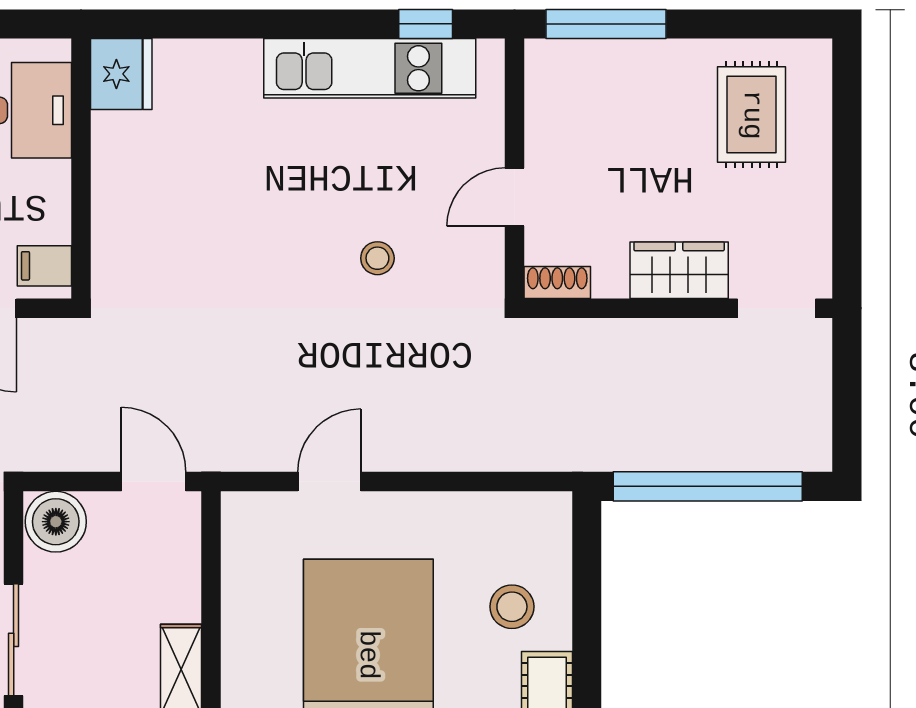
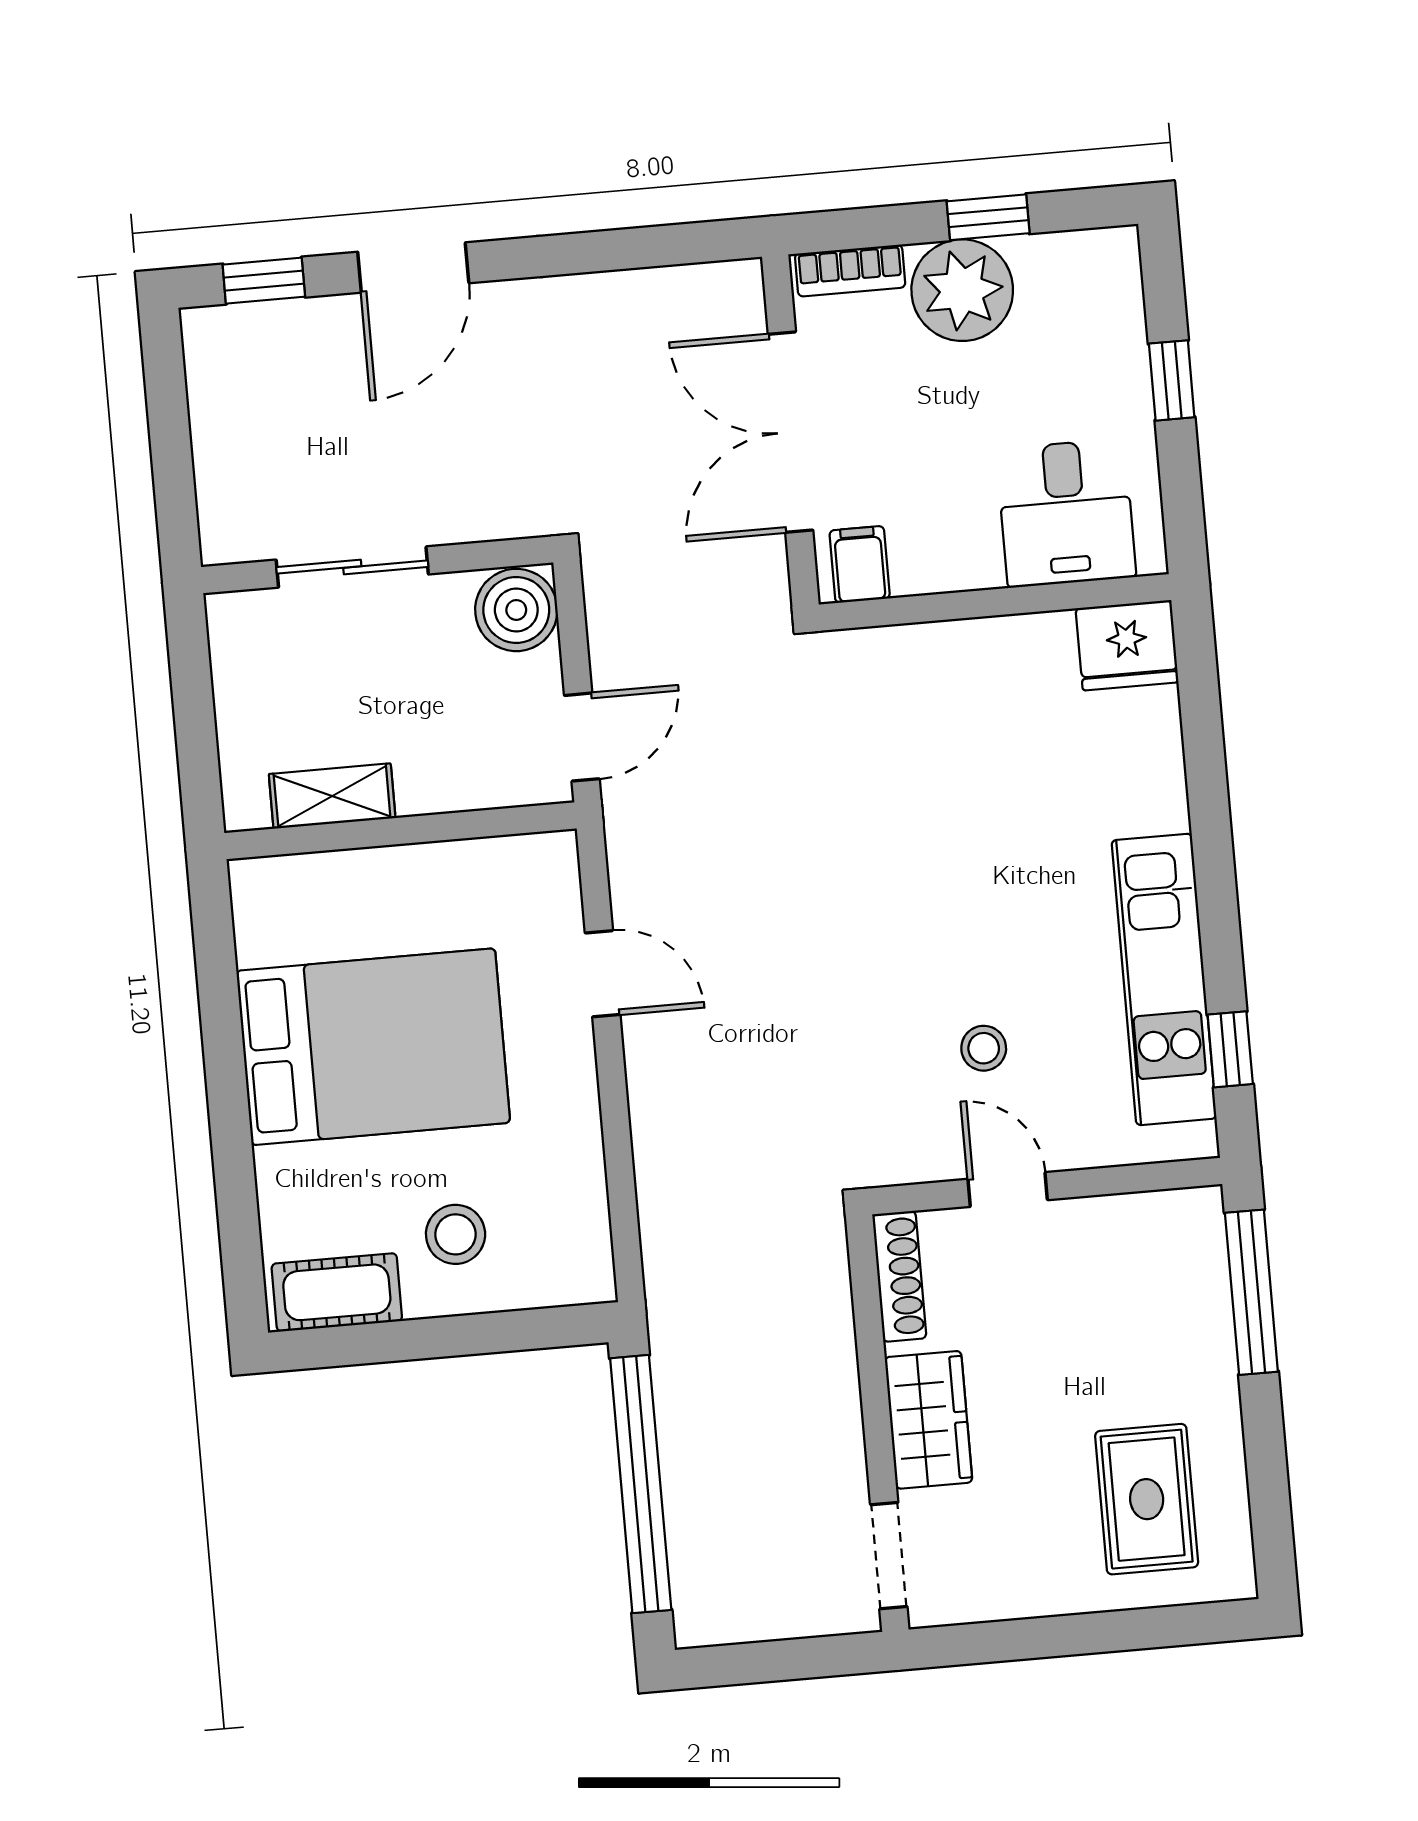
rug: (752, 115) -> (1147, 1499), turned 90
stool: (377, 258) -> (984, 1048), moved
shoe rack: (557, 282) -> (899, 1276), width x1.43

